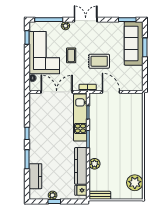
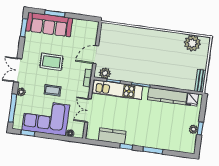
rug: (99, 61) -> (51, 62), moved, turned 90
double door: (57, 92) -> (88, 110), width x0.73
plant: (94, 164) -> (105, 73), moved
kitchen counter: (35, 176) -> (112, 136), moved

